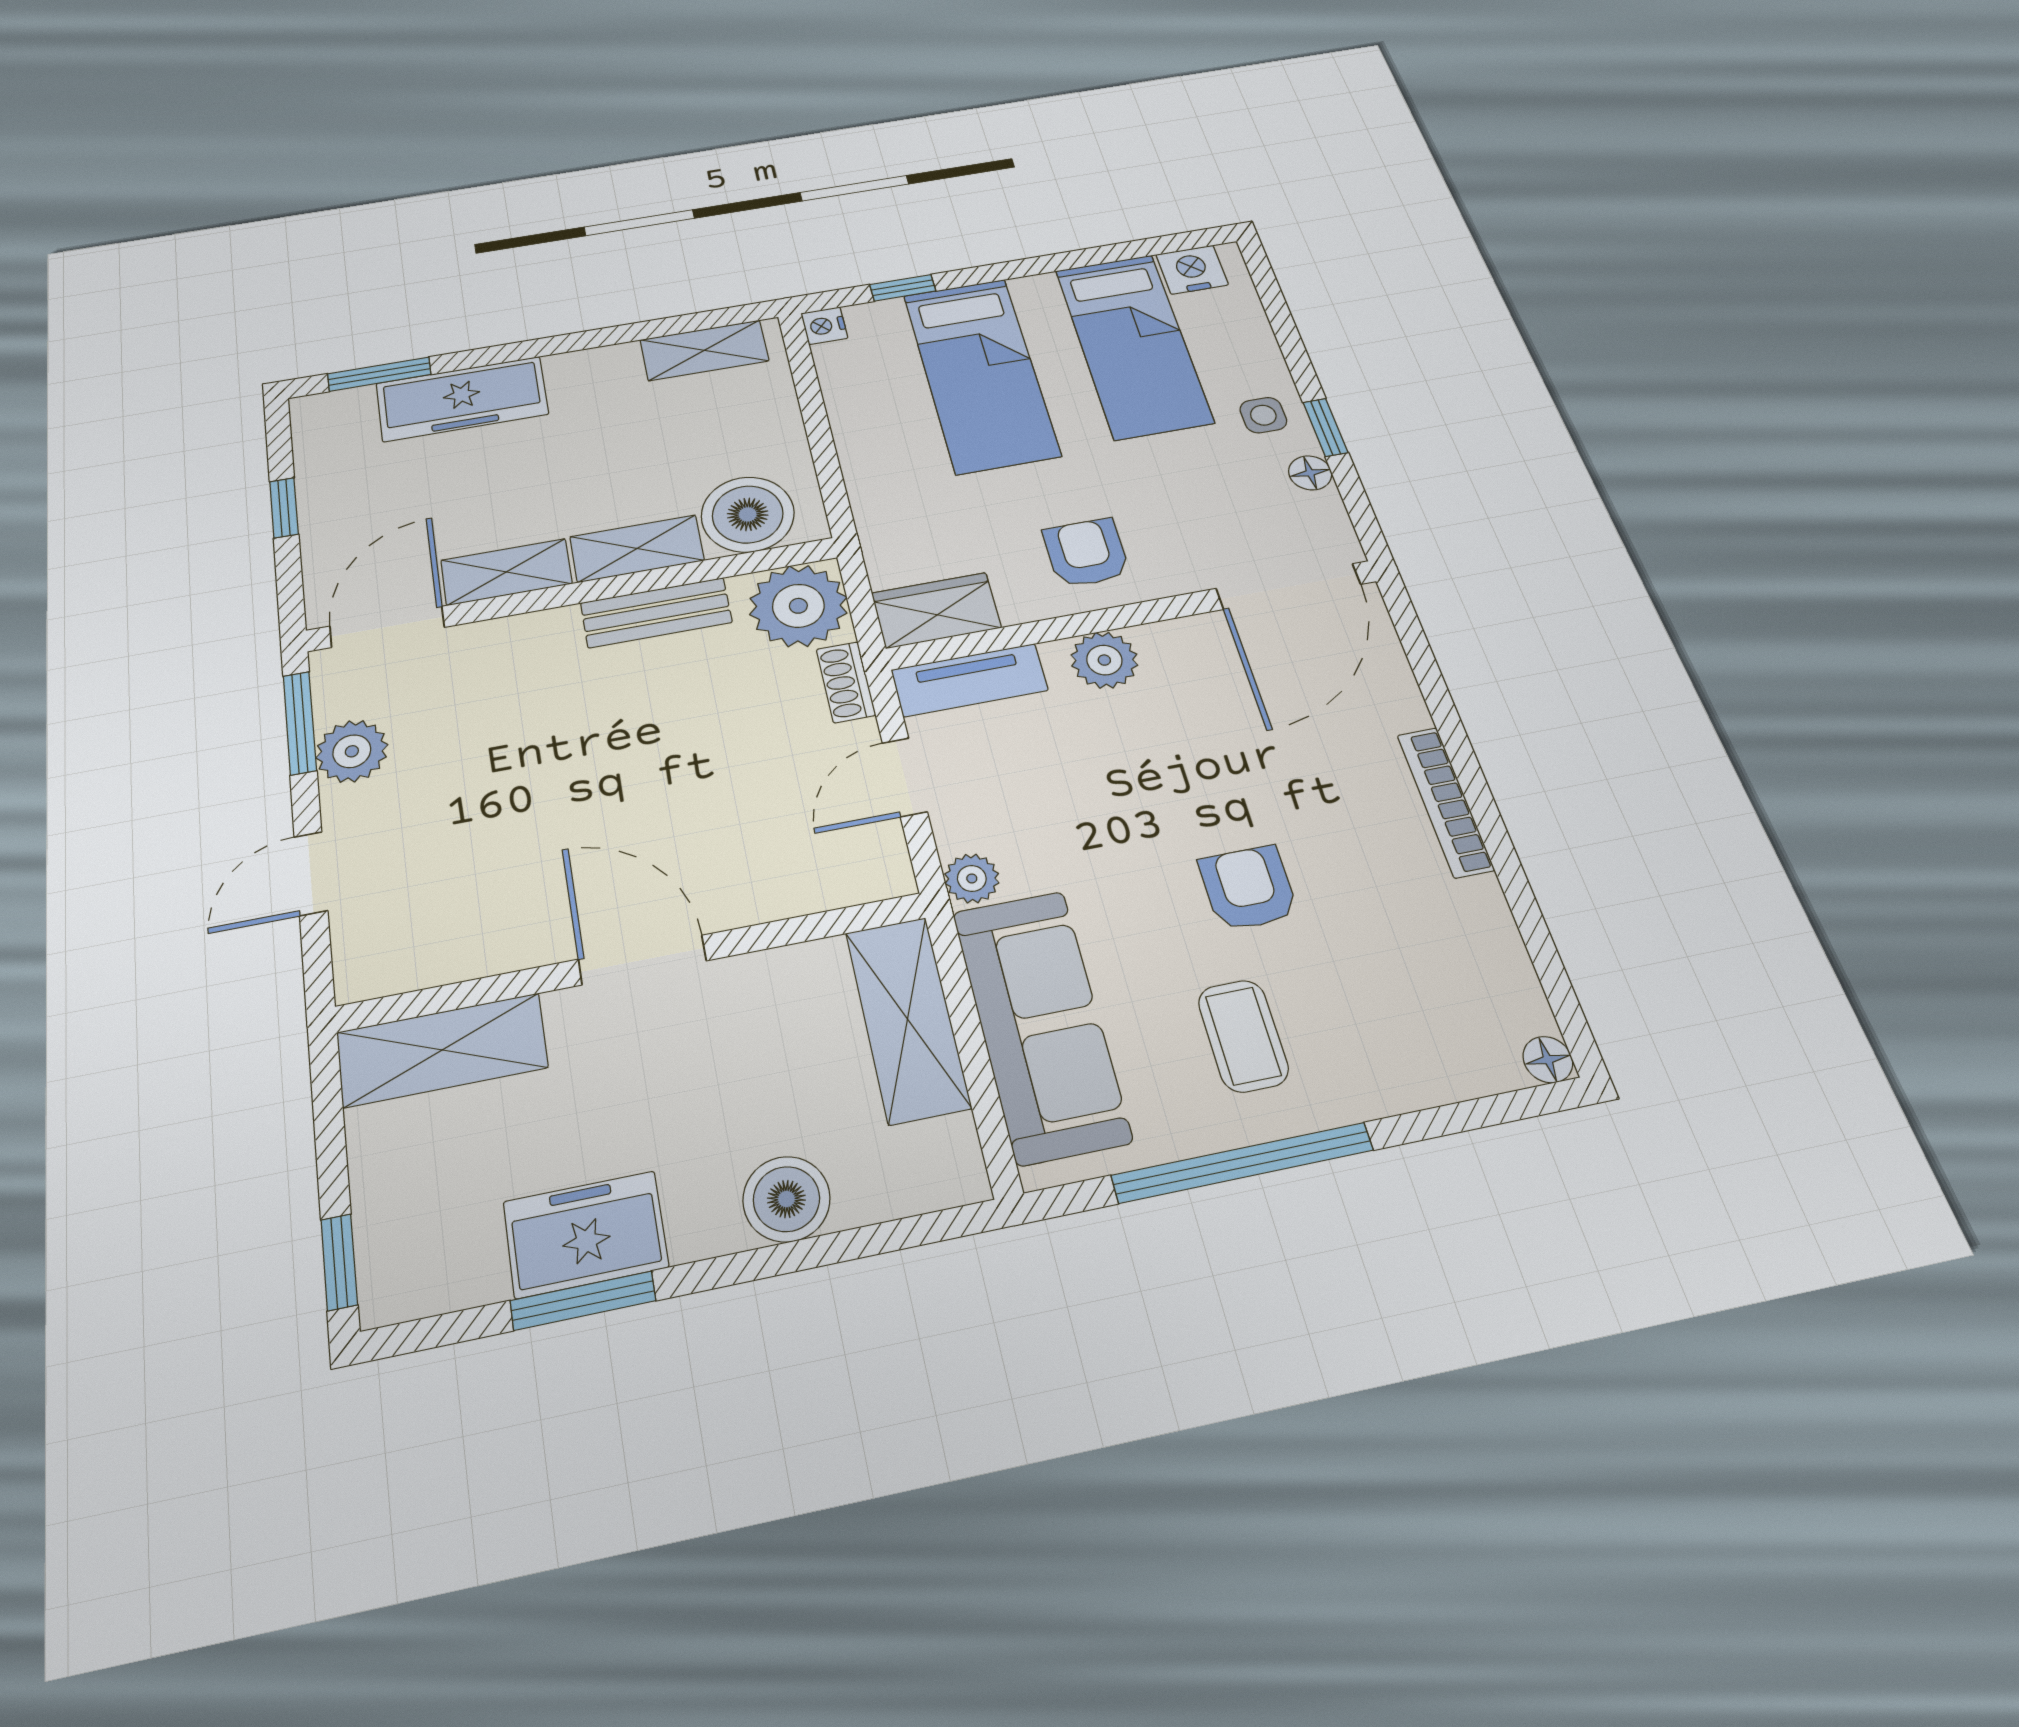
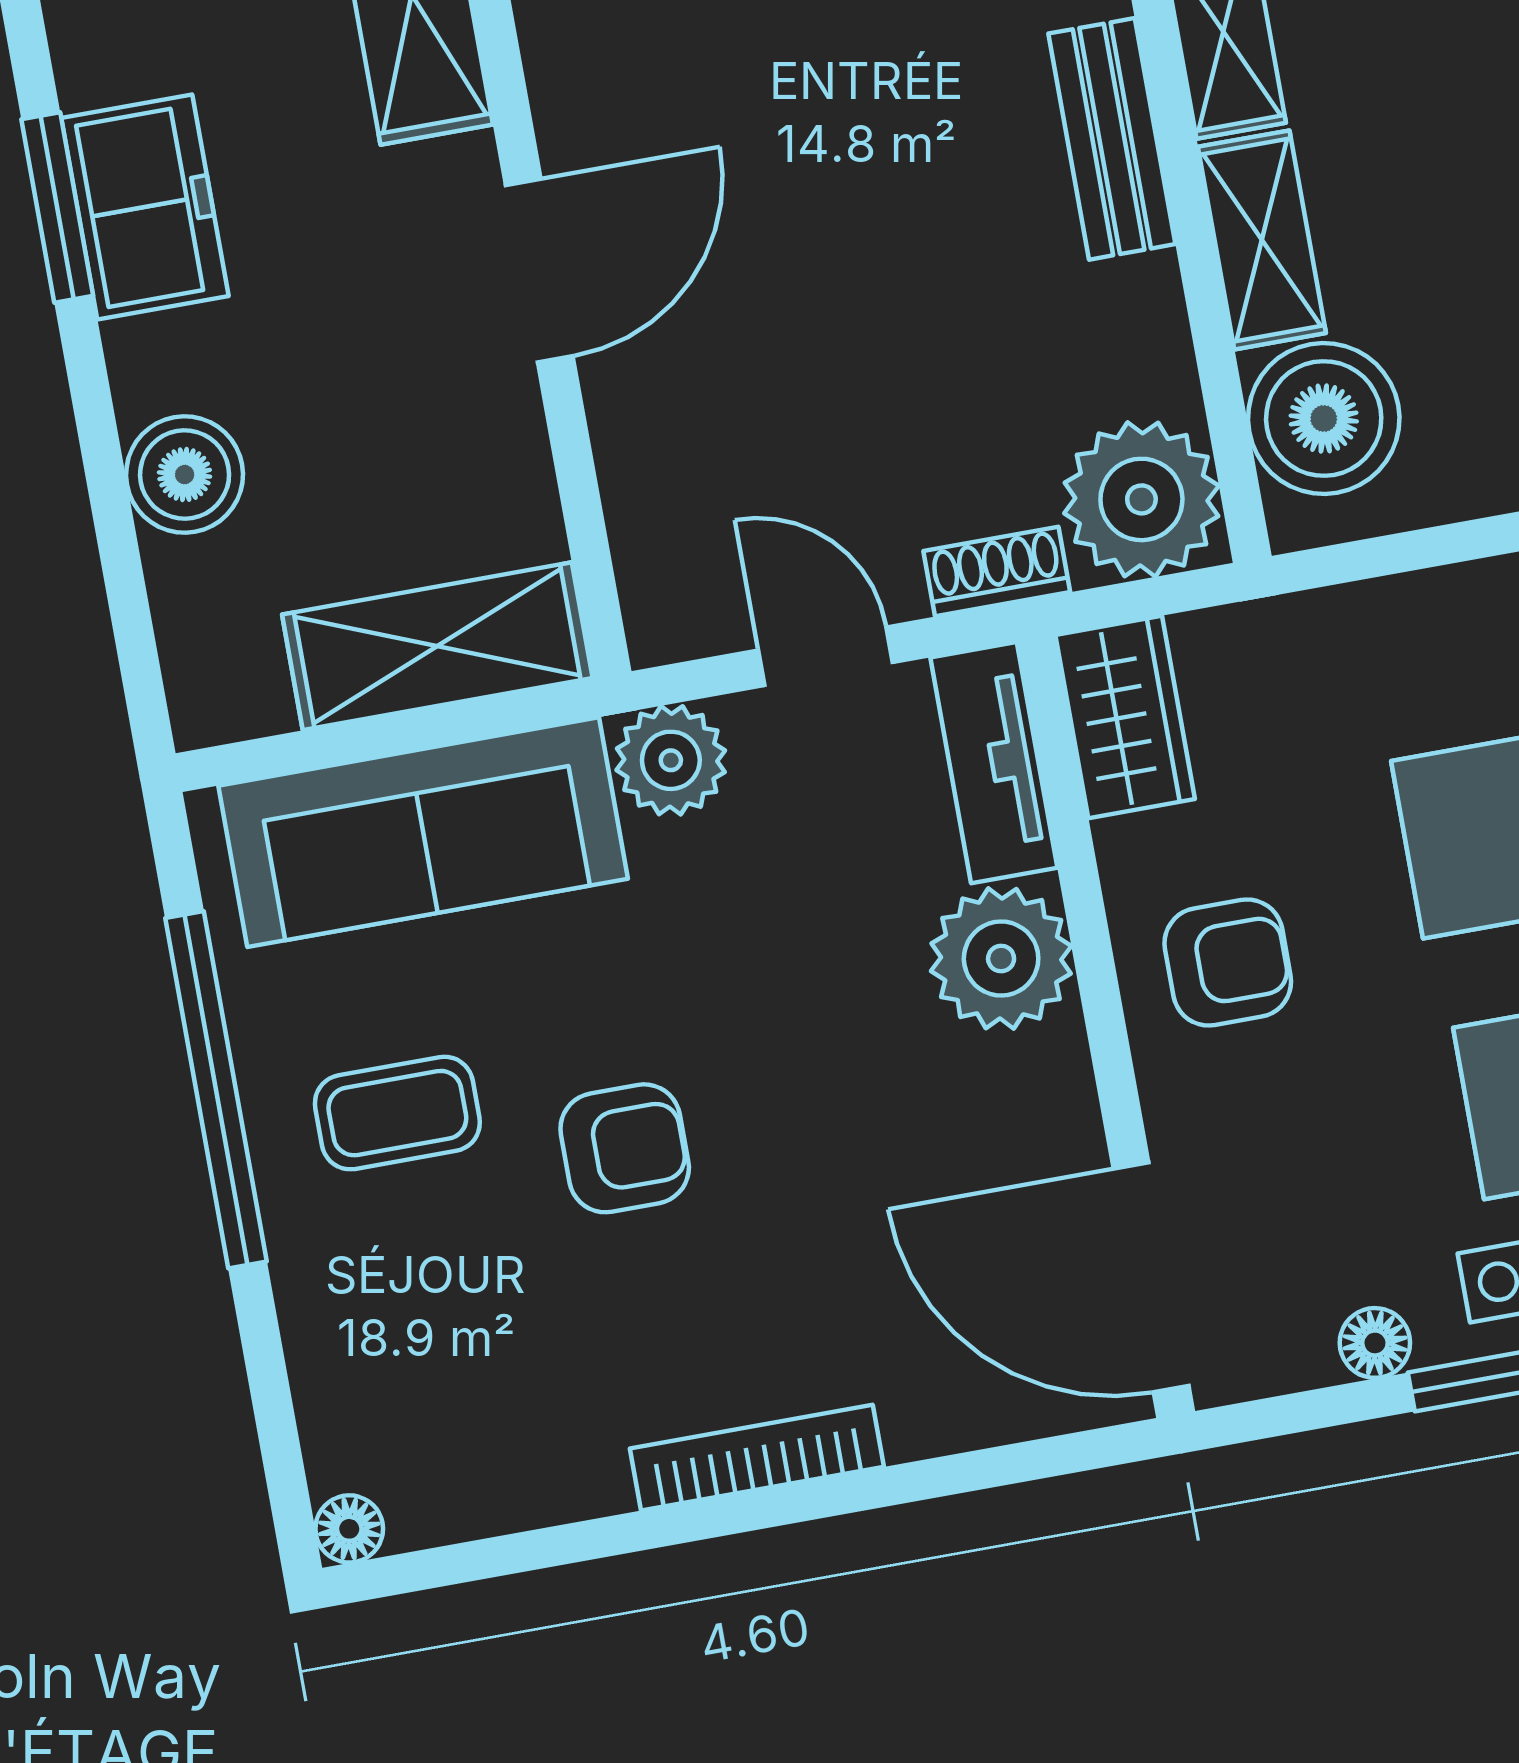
bench: (656, 613) -> (1112, 139), moved
plant: (1104, 660) -> (1001, 959), width x1.36, depth x1.36
plant: (972, 878) -> (671, 760), width x1.38, depth x1.38

